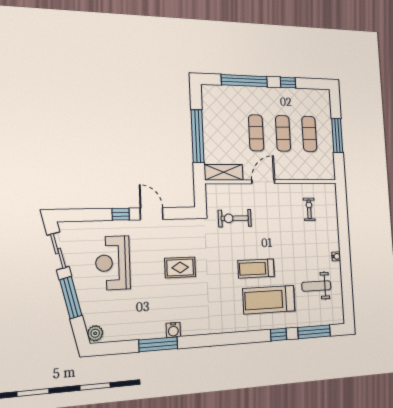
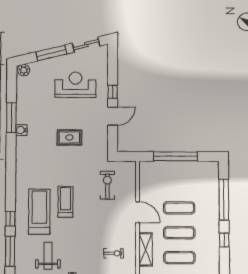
shelving: (224, 172) -> (146, 249), moved
rug: (180, 267) -> (69, 137), turned 90

